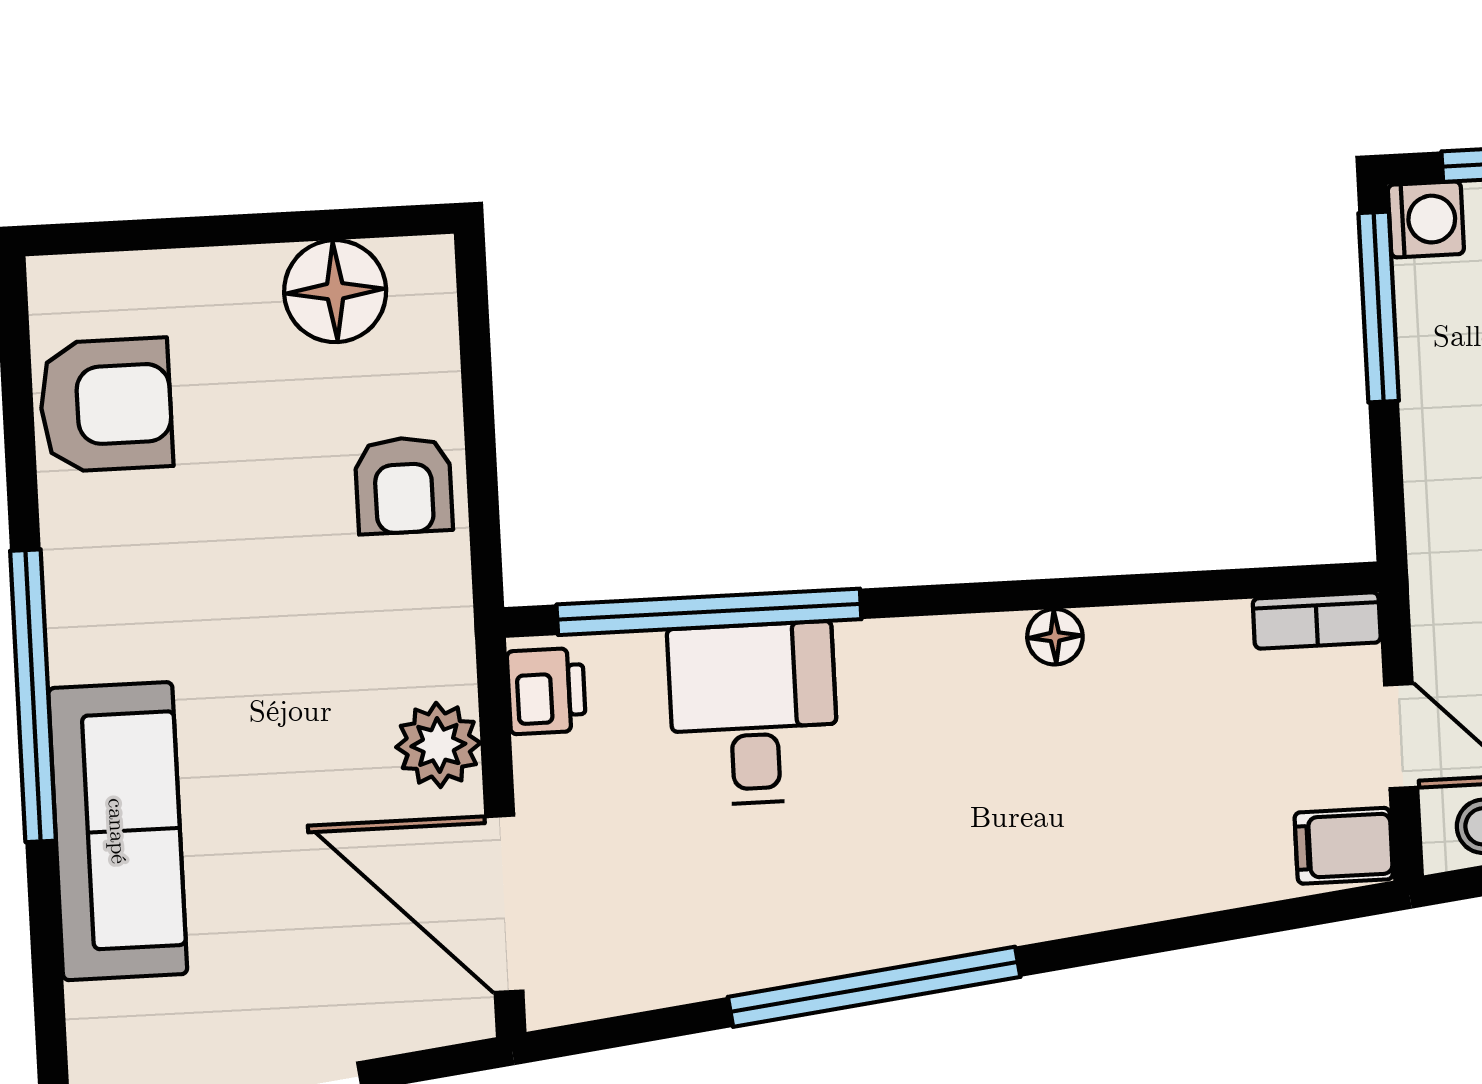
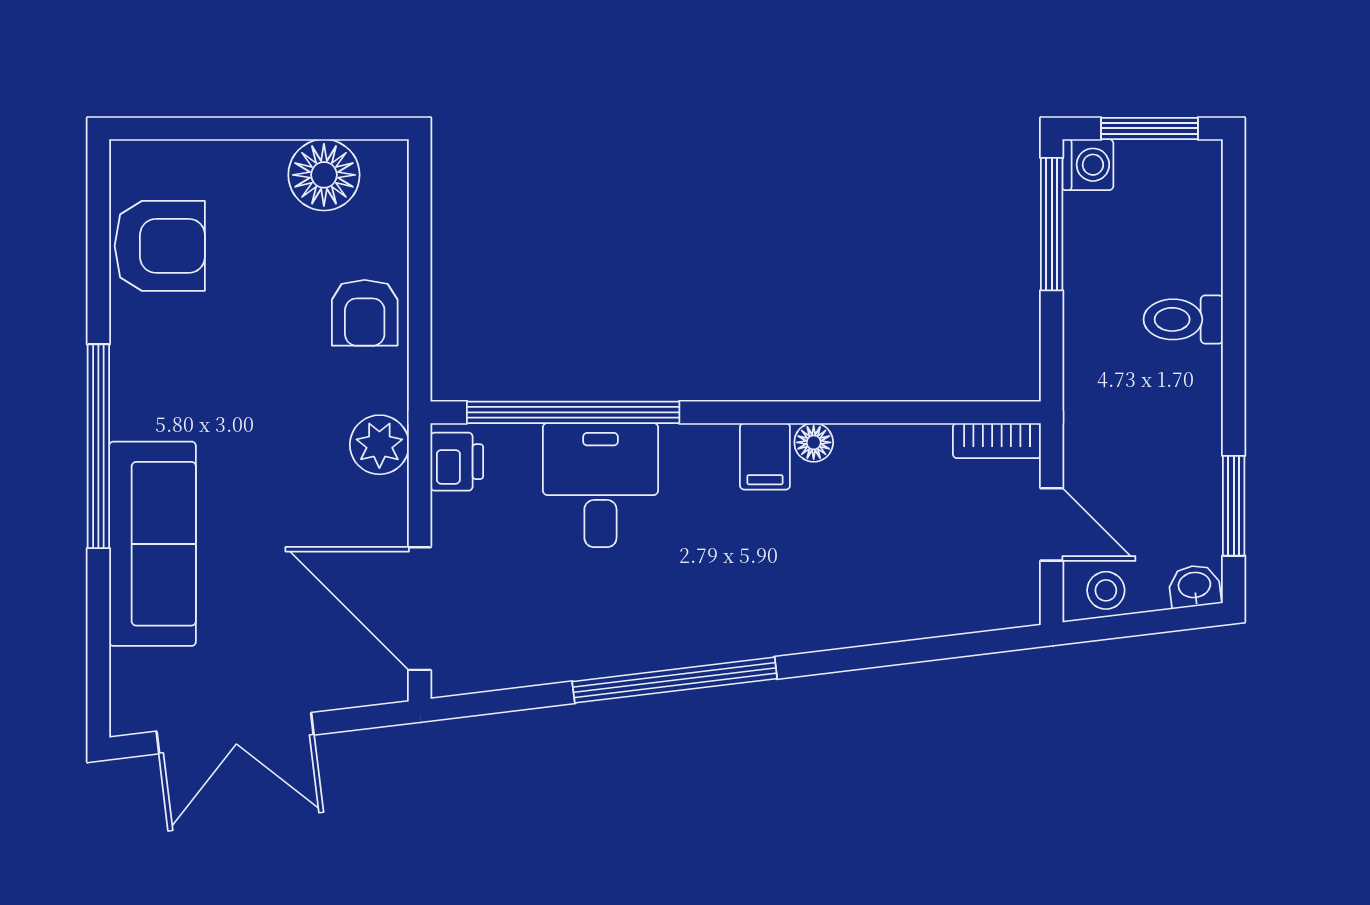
plant: (438, 745) -> (379, 445), moved
filing cabinet: (1344, 846) -> (765, 456), moved, turned -90

